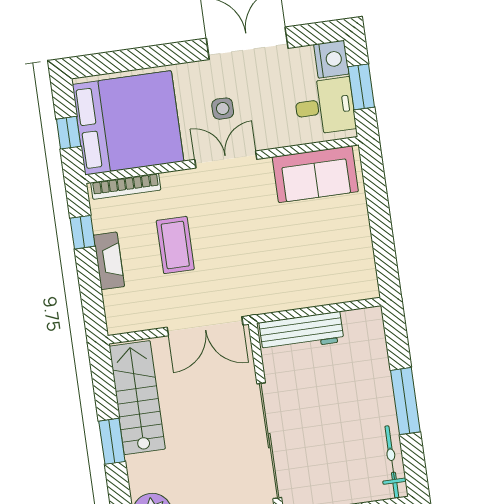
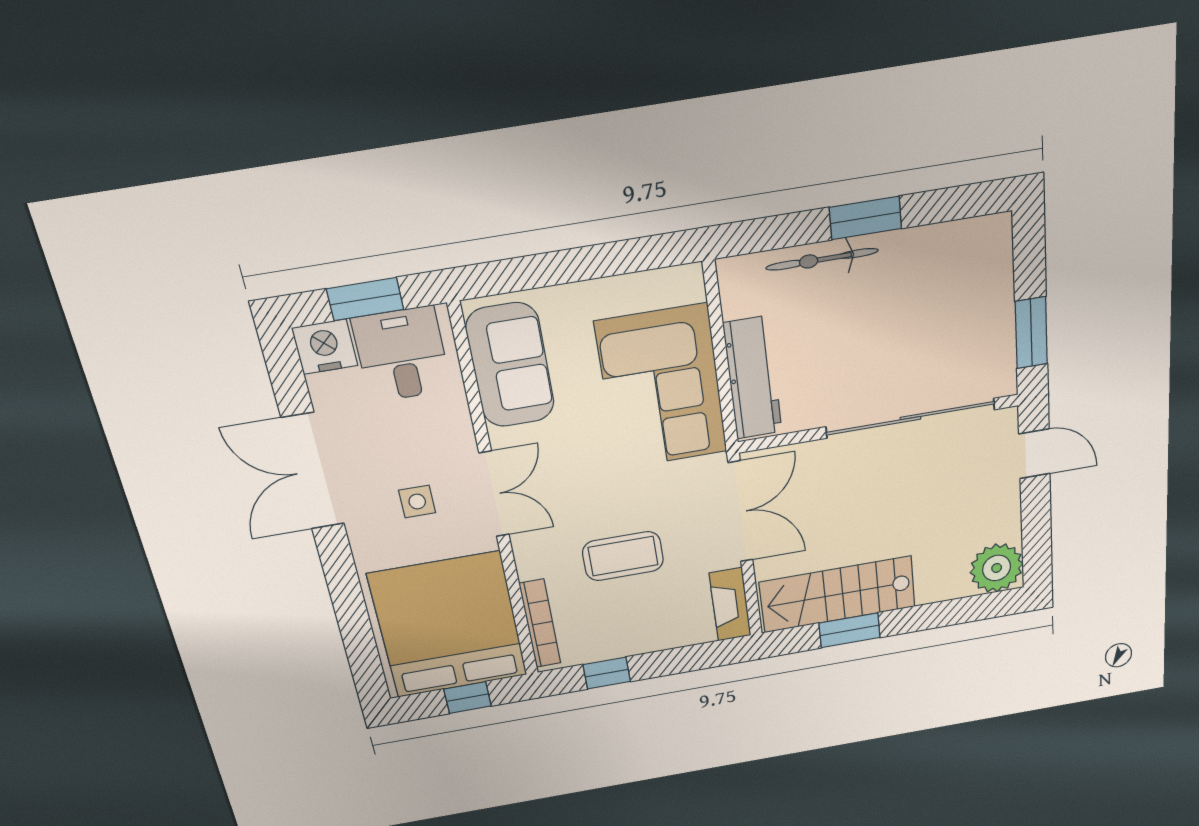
double door: (226, 159) -> (494, 494), swing flipped
fireplace: (109, 261) -> (730, 604), moved, turned -90
corner sofa: (297, 272) -> (662, 388), added
window: (405, 401) -> (865, 218), width x0.69
window: (112, 441) -> (850, 630), moved
bicycle: (392, 462) -> (822, 259), moved

